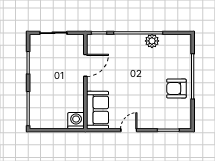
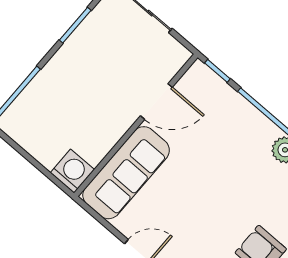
sofa: (98, 110) -> (126, 173), width x1.36

